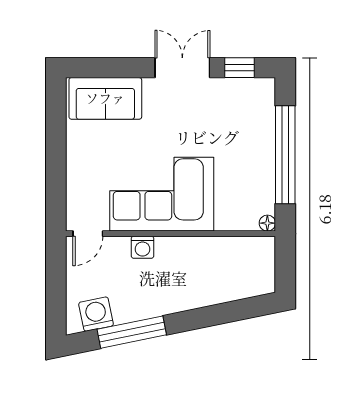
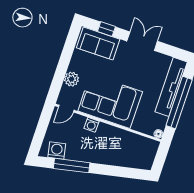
window: (240, 68) -> (106, 29), moved
tv unit: (262, 132) -> (171, 87), added
plant: (79, 178) -> (72, 79), added

